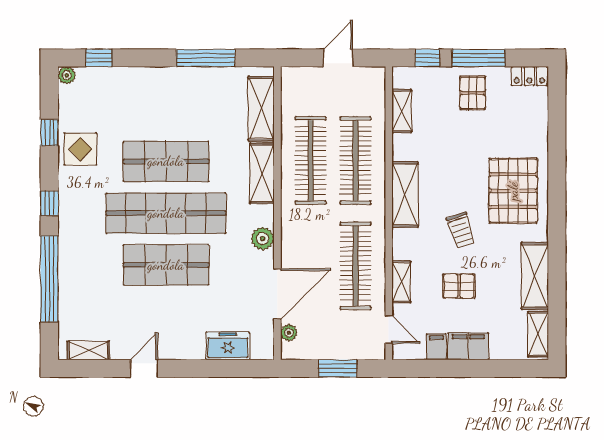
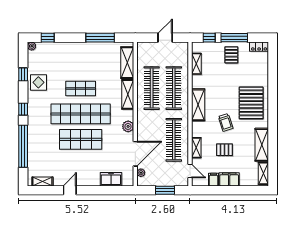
shop shelf: (166, 161) -> (81, 89), width x0.70, depth x0.74

